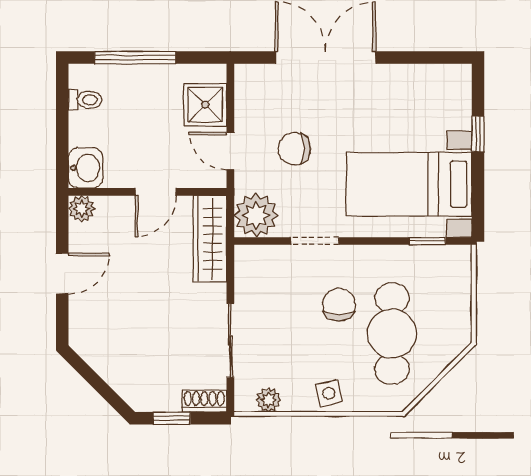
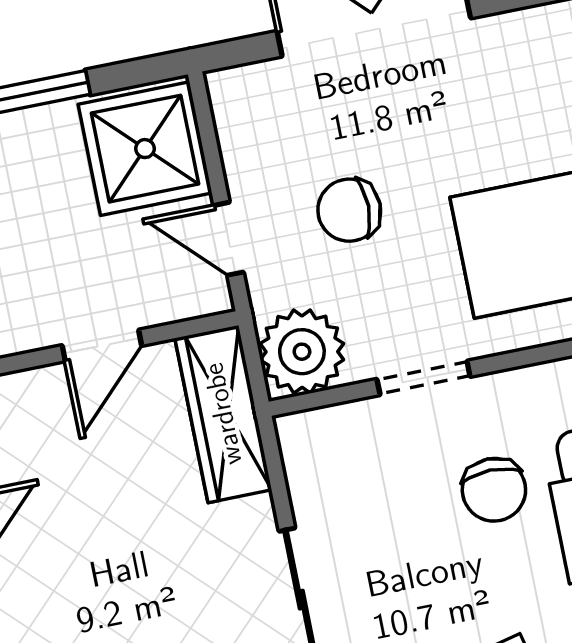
shower: (205, 105) -> (145, 149), width x1.36, depth x1.36
chair: (339, 305) -> (494, 490), turned 180

